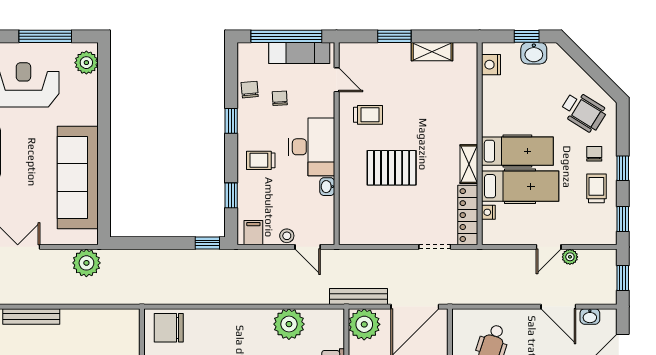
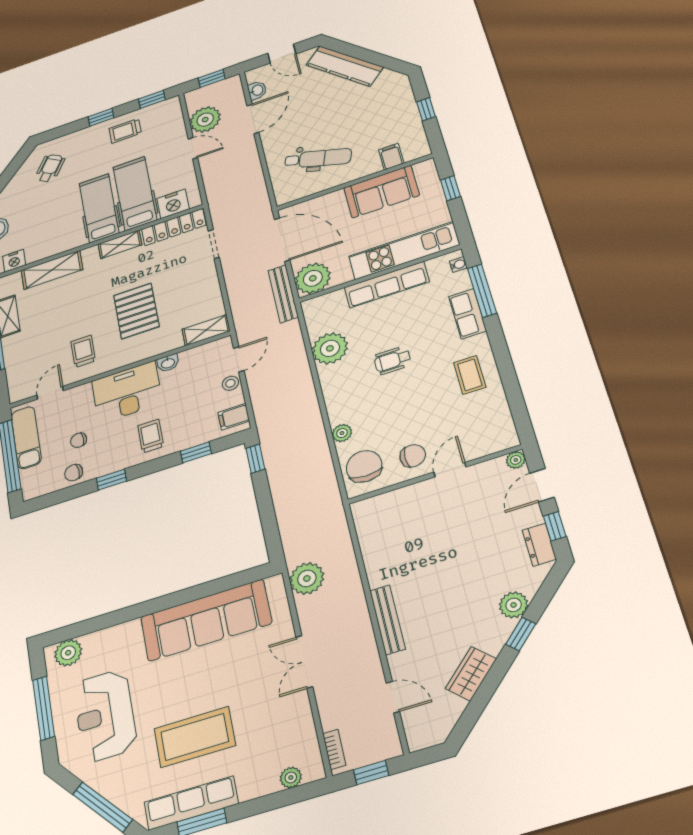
shelving: (466, 98) -> (52, 270), added
wheelchair: (583, 112) -> (50, 168), width x0.73, depth x0.73
chair: (594, 154) -> (91, 145), removed
trolley: (261, 160) -> (151, 436), turned 180
nightstand: (488, 212) -> (173, 204), width x1.89, depth x1.79
shelving: (348, 225) -> (206, 330), added
plant: (570, 257) -> (205, 120), width x1.88, depth x1.88
plant: (205, 317) -> (342, 433), added
chair: (169, 328) -> (364, 466), turned 180

